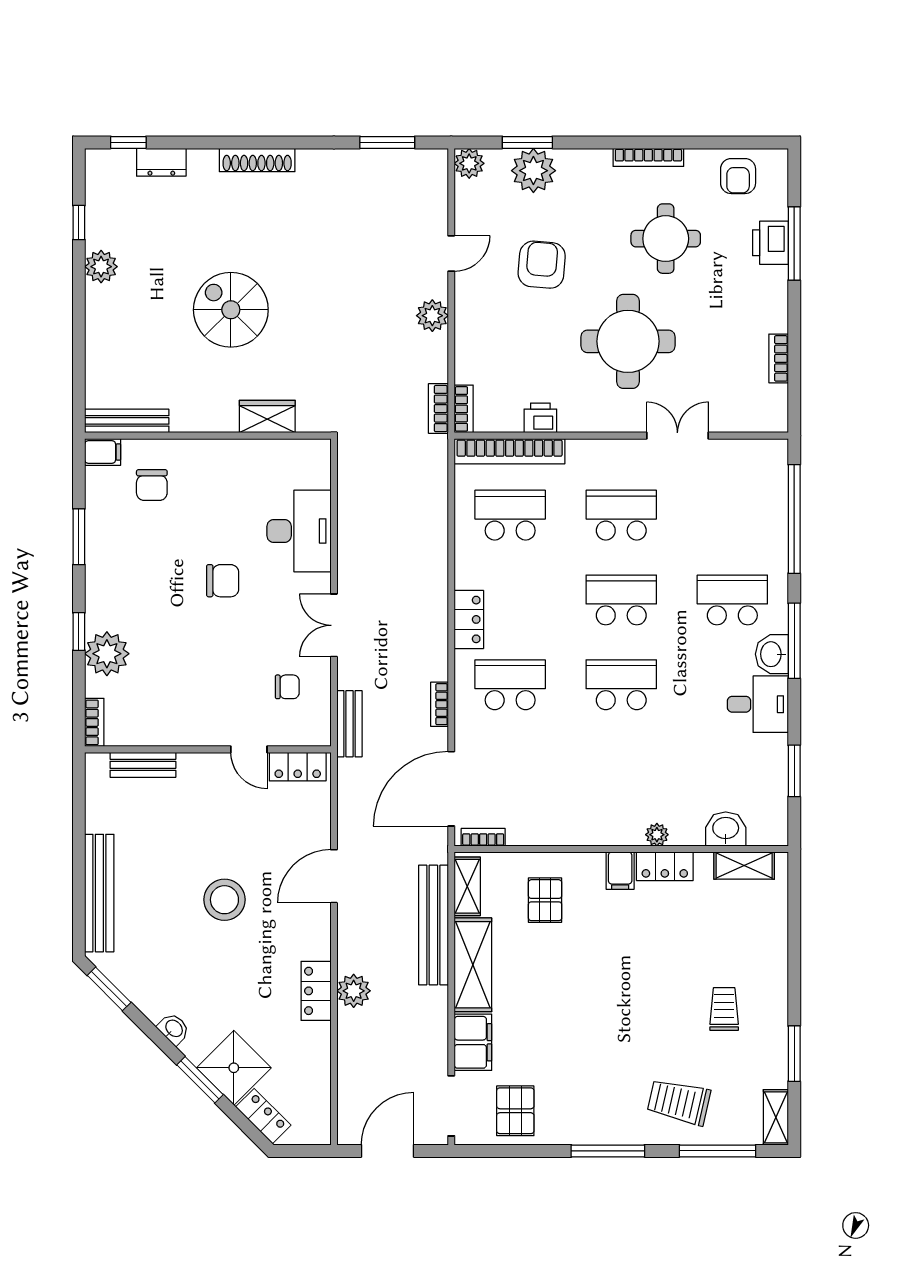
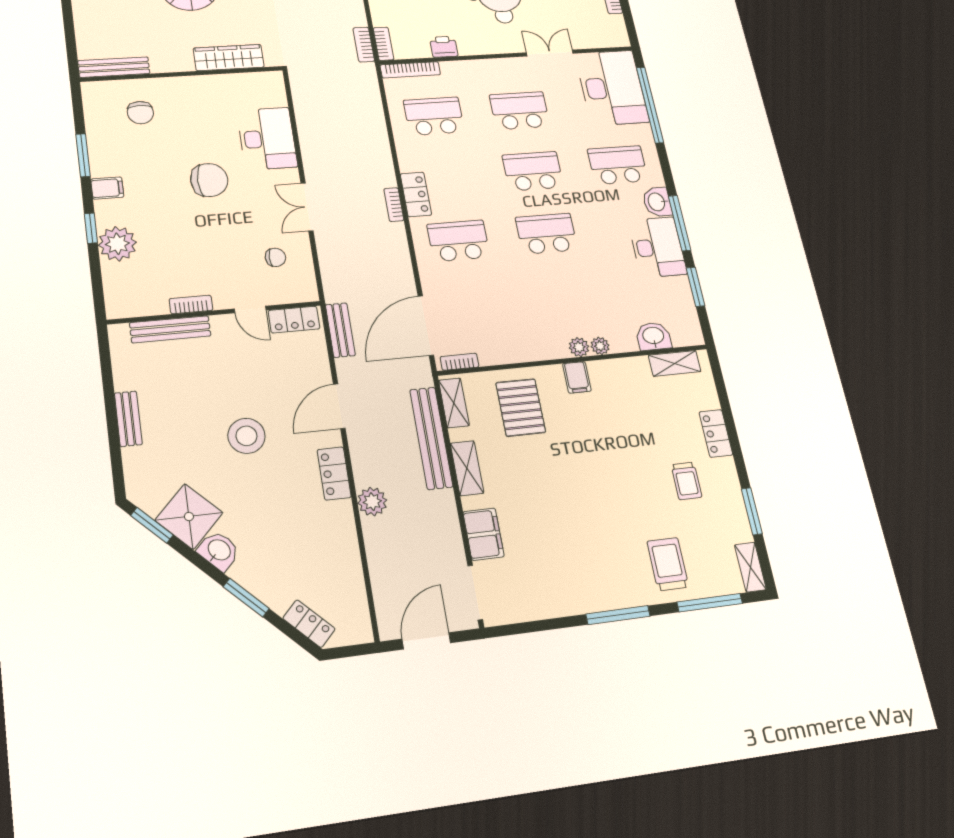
wardrobe: (267, 417) -> (229, 58), width x1.50
bookcase: (510, 451) -> (410, 70), width x0.68, depth x0.76
filing cabinet: (103, 452) -> (107, 188), moved
desk: (749, 491) -> (612, 88), added
chair: (223, 581) -> (209, 180), width x1.37, depth x1.37
window: (794, 641) -> (680, 223), moved
bookcase: (439, 704) -> (394, 205), moved
desk: (758, 704) -> (657, 247), width x1.37
bookcase: (94, 722) -> (191, 304), moved, turned -90
bench: (349, 724) -> (340, 330), moved
bench: (143, 765) -> (170, 329), width x1.36
plant: (631, 834) -> (579, 347), added
locker: (665, 866) -> (716, 433), moved, turned 90
bench: (99, 893) -> (128, 419), width x0.54, depth x0.82
pallet: (545, 900) -> (521, 408), width x1.50, depth x1.42
shelving: (473, 965) -> (467, 468), width x0.67, depth x0.75
locker: (316, 991) -> (334, 473), moved
trolley: (724, 1009) -> (686, 481), turned 180
washbasin: (174, 1029) -> (219, 551), width x1.38, depth x1.45
shower: (234, 1068) -> (189, 517), moved
trolley: (679, 1102) -> (668, 564), turned 77
pallet: (515, 1111) -> (532, 590), removed

